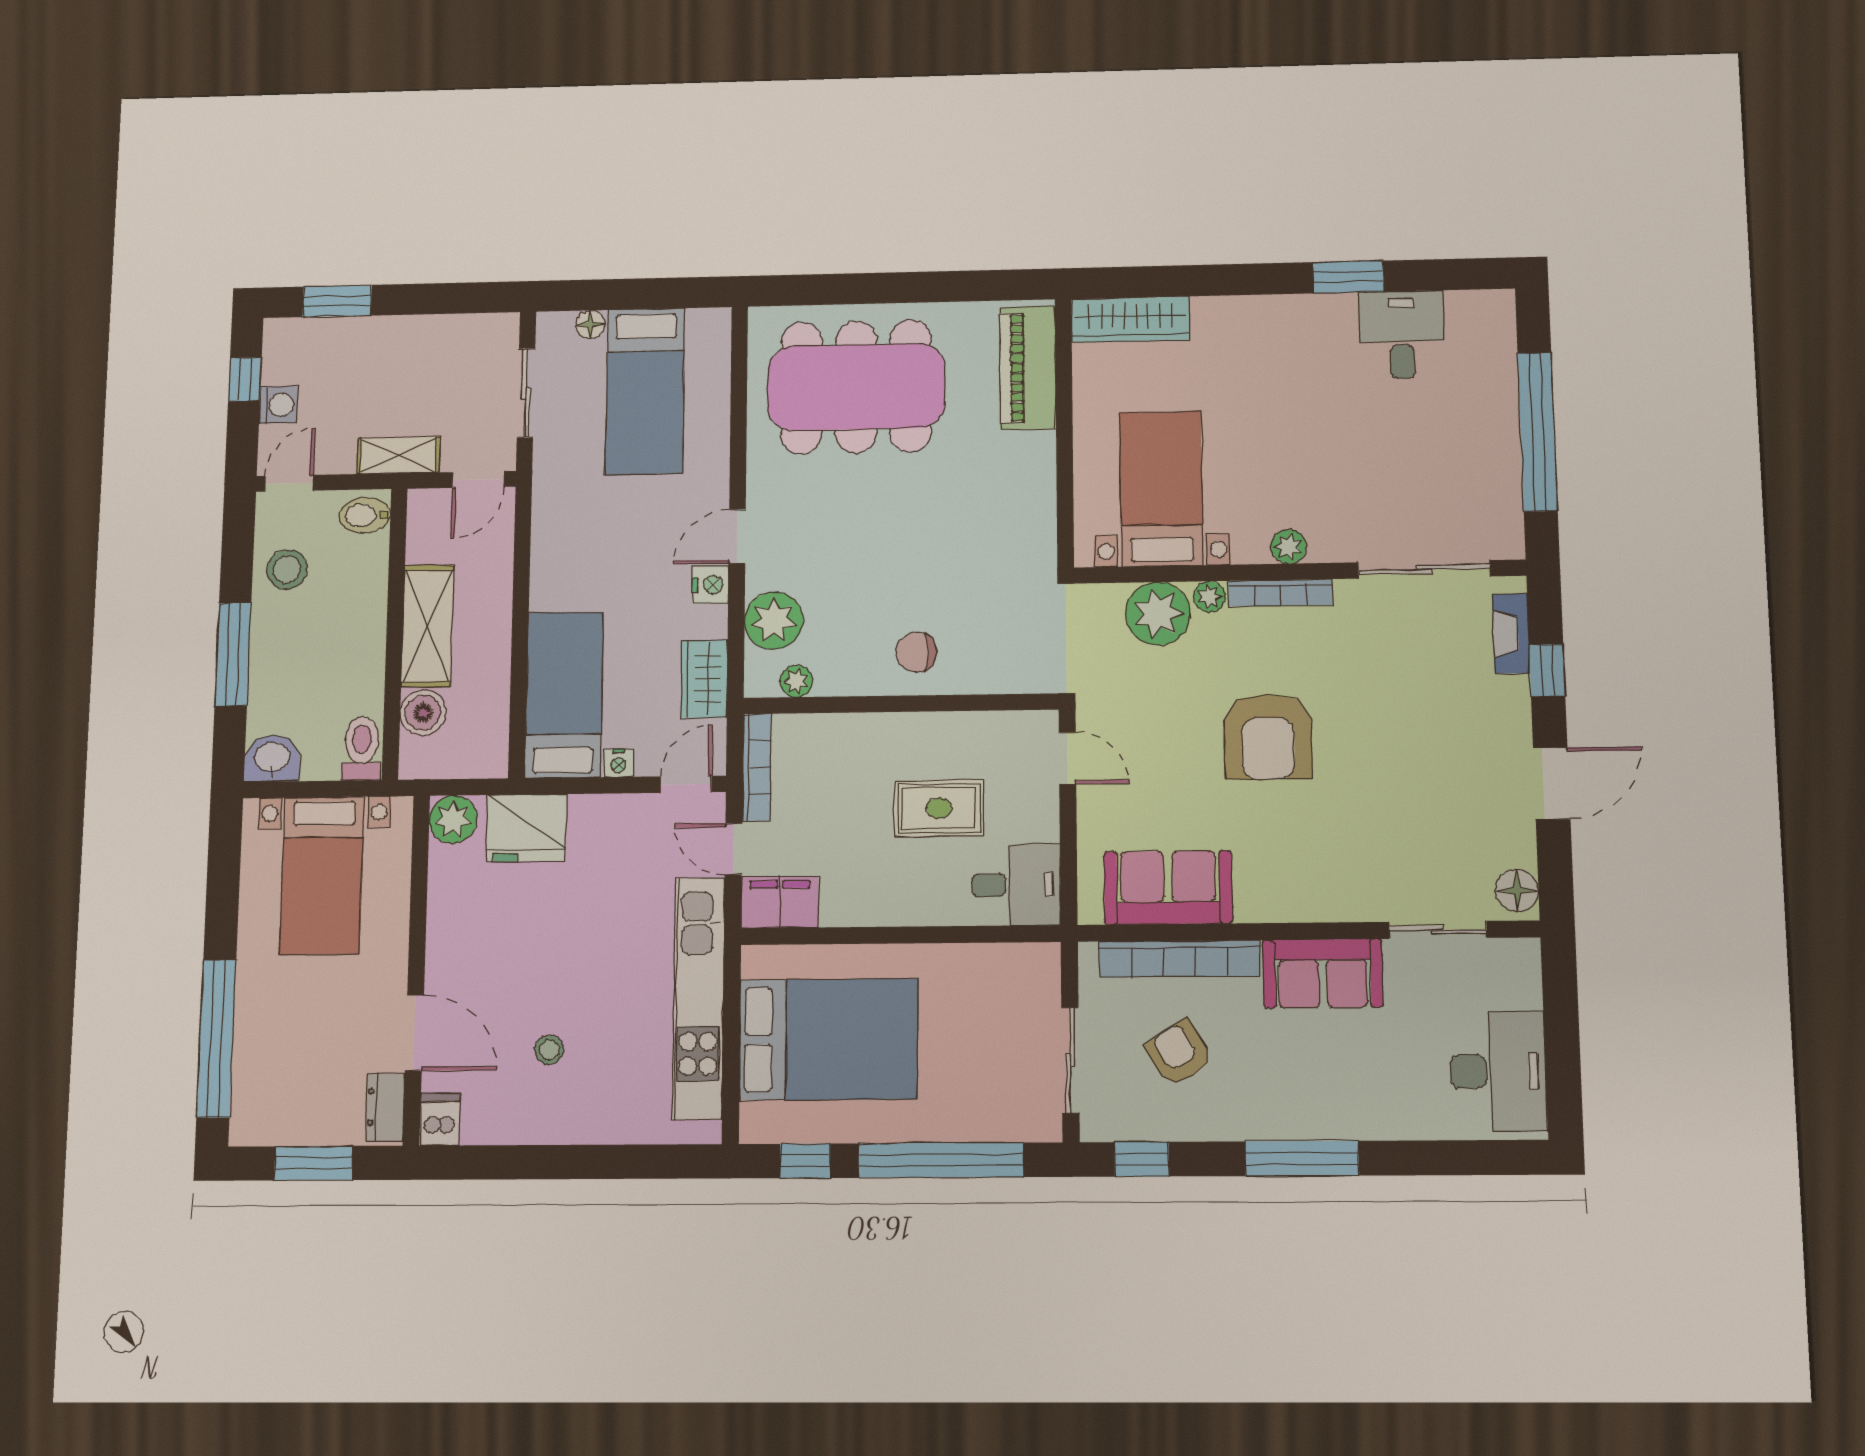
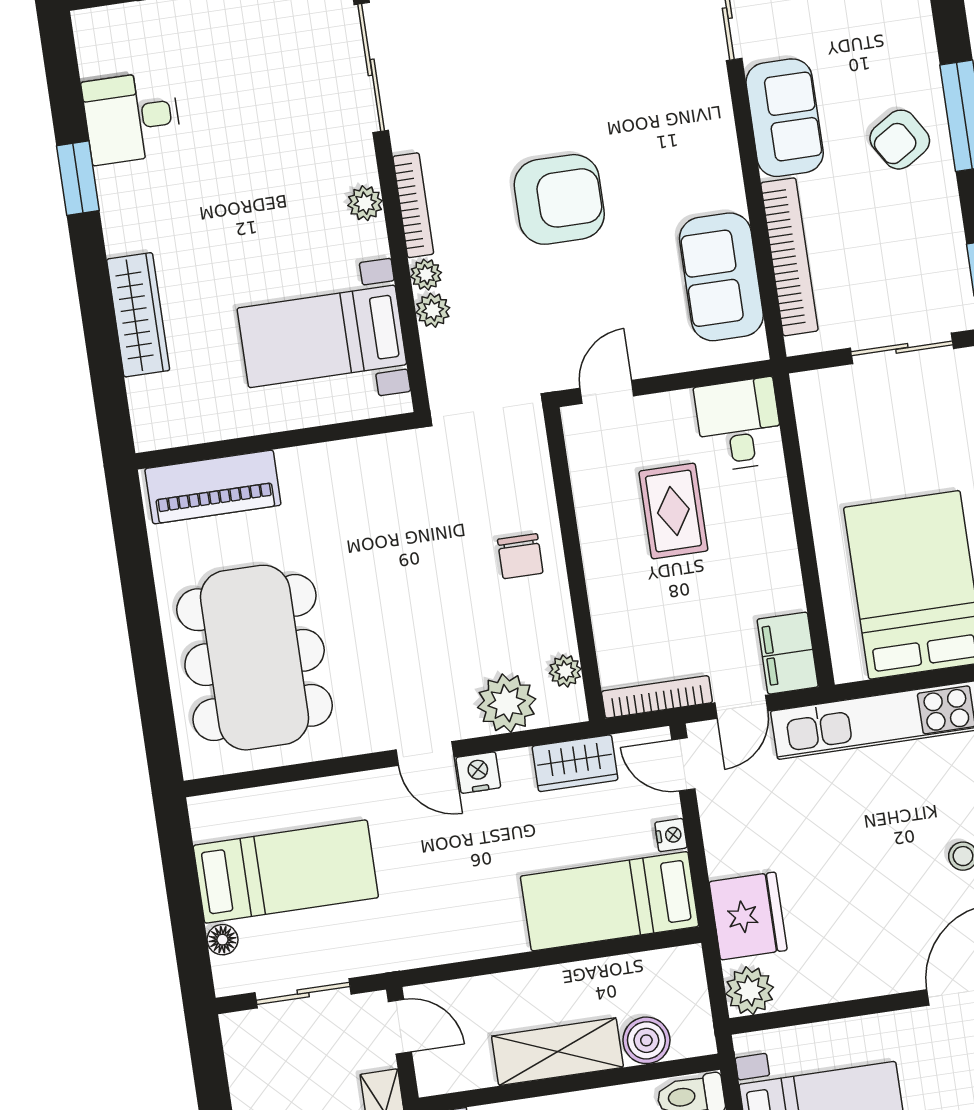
wardrobe: (1130, 319) -> (138, 315), moved
plant: (1158, 614) -> (433, 310), width x0.53, depth x0.53
armchair: (1179, 1053) -> (900, 140), moved

